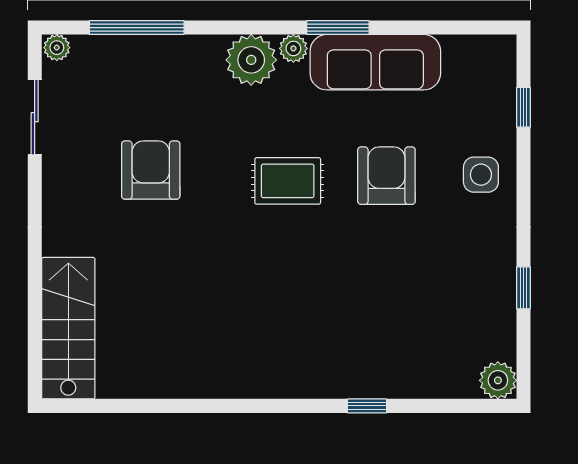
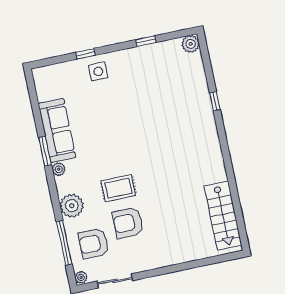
plant: (251, 60) -> (72, 206), moved
window: (523, 107) -> (85, 54), moved
armchair: (386, 176) -> (94, 244), moved
rug: (288, 181) -> (118, 188), moved, turned 90
stairs: (68, 328) -> (223, 216), moved, turned -90

